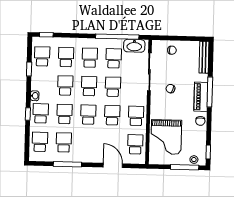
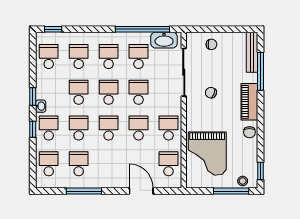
window: (29, 69) -> (33, 96), moved
window: (210, 92) -> (260, 71), moved

